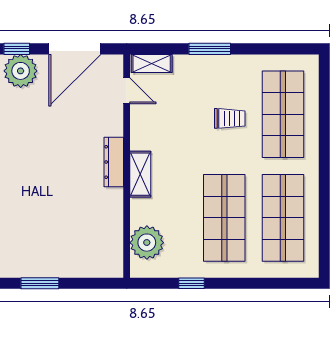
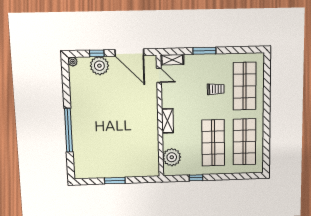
door: (75, 49) -> (129, 53), hinge flipped
dresser: (114, 162) -> (153, 115), removed

